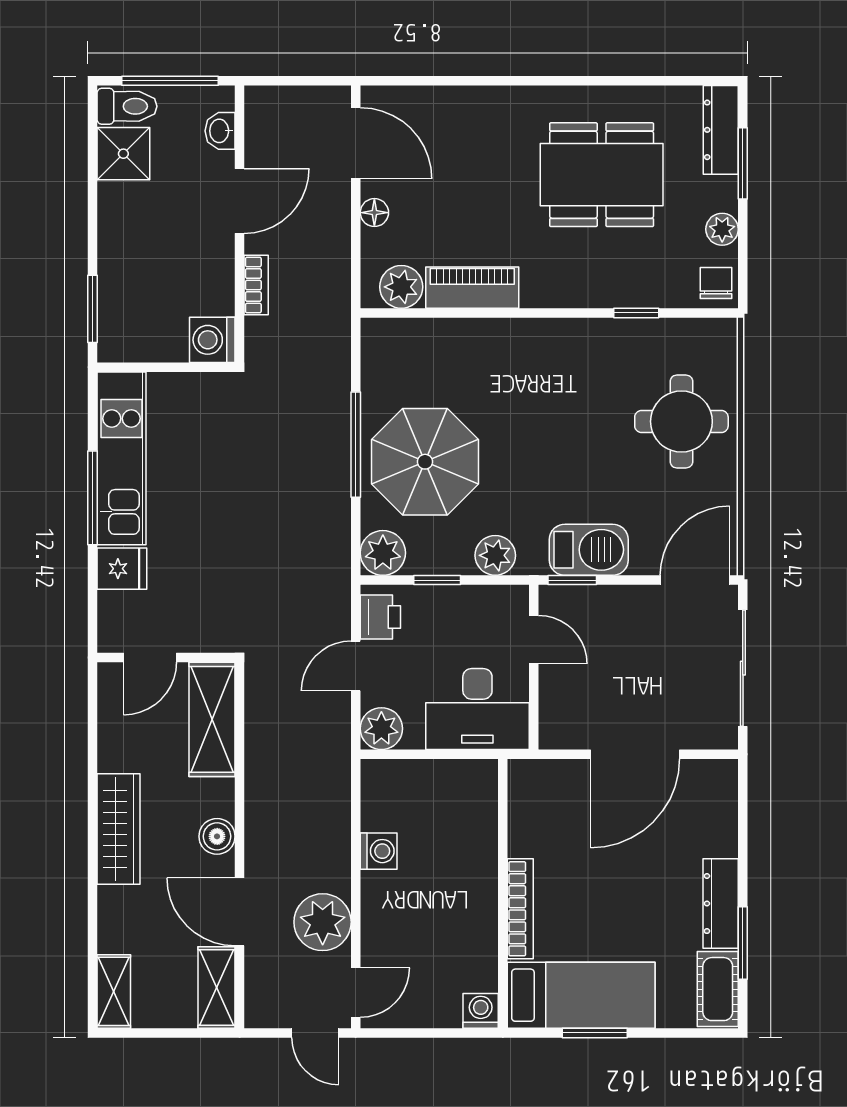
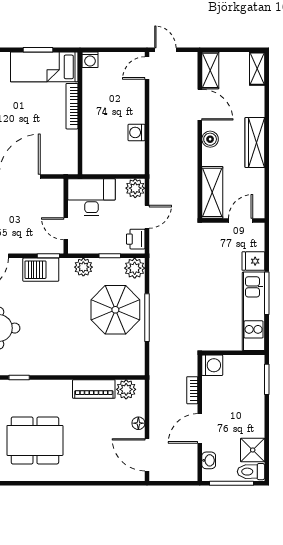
plant: (323, 922) -> (162, 100), removed

